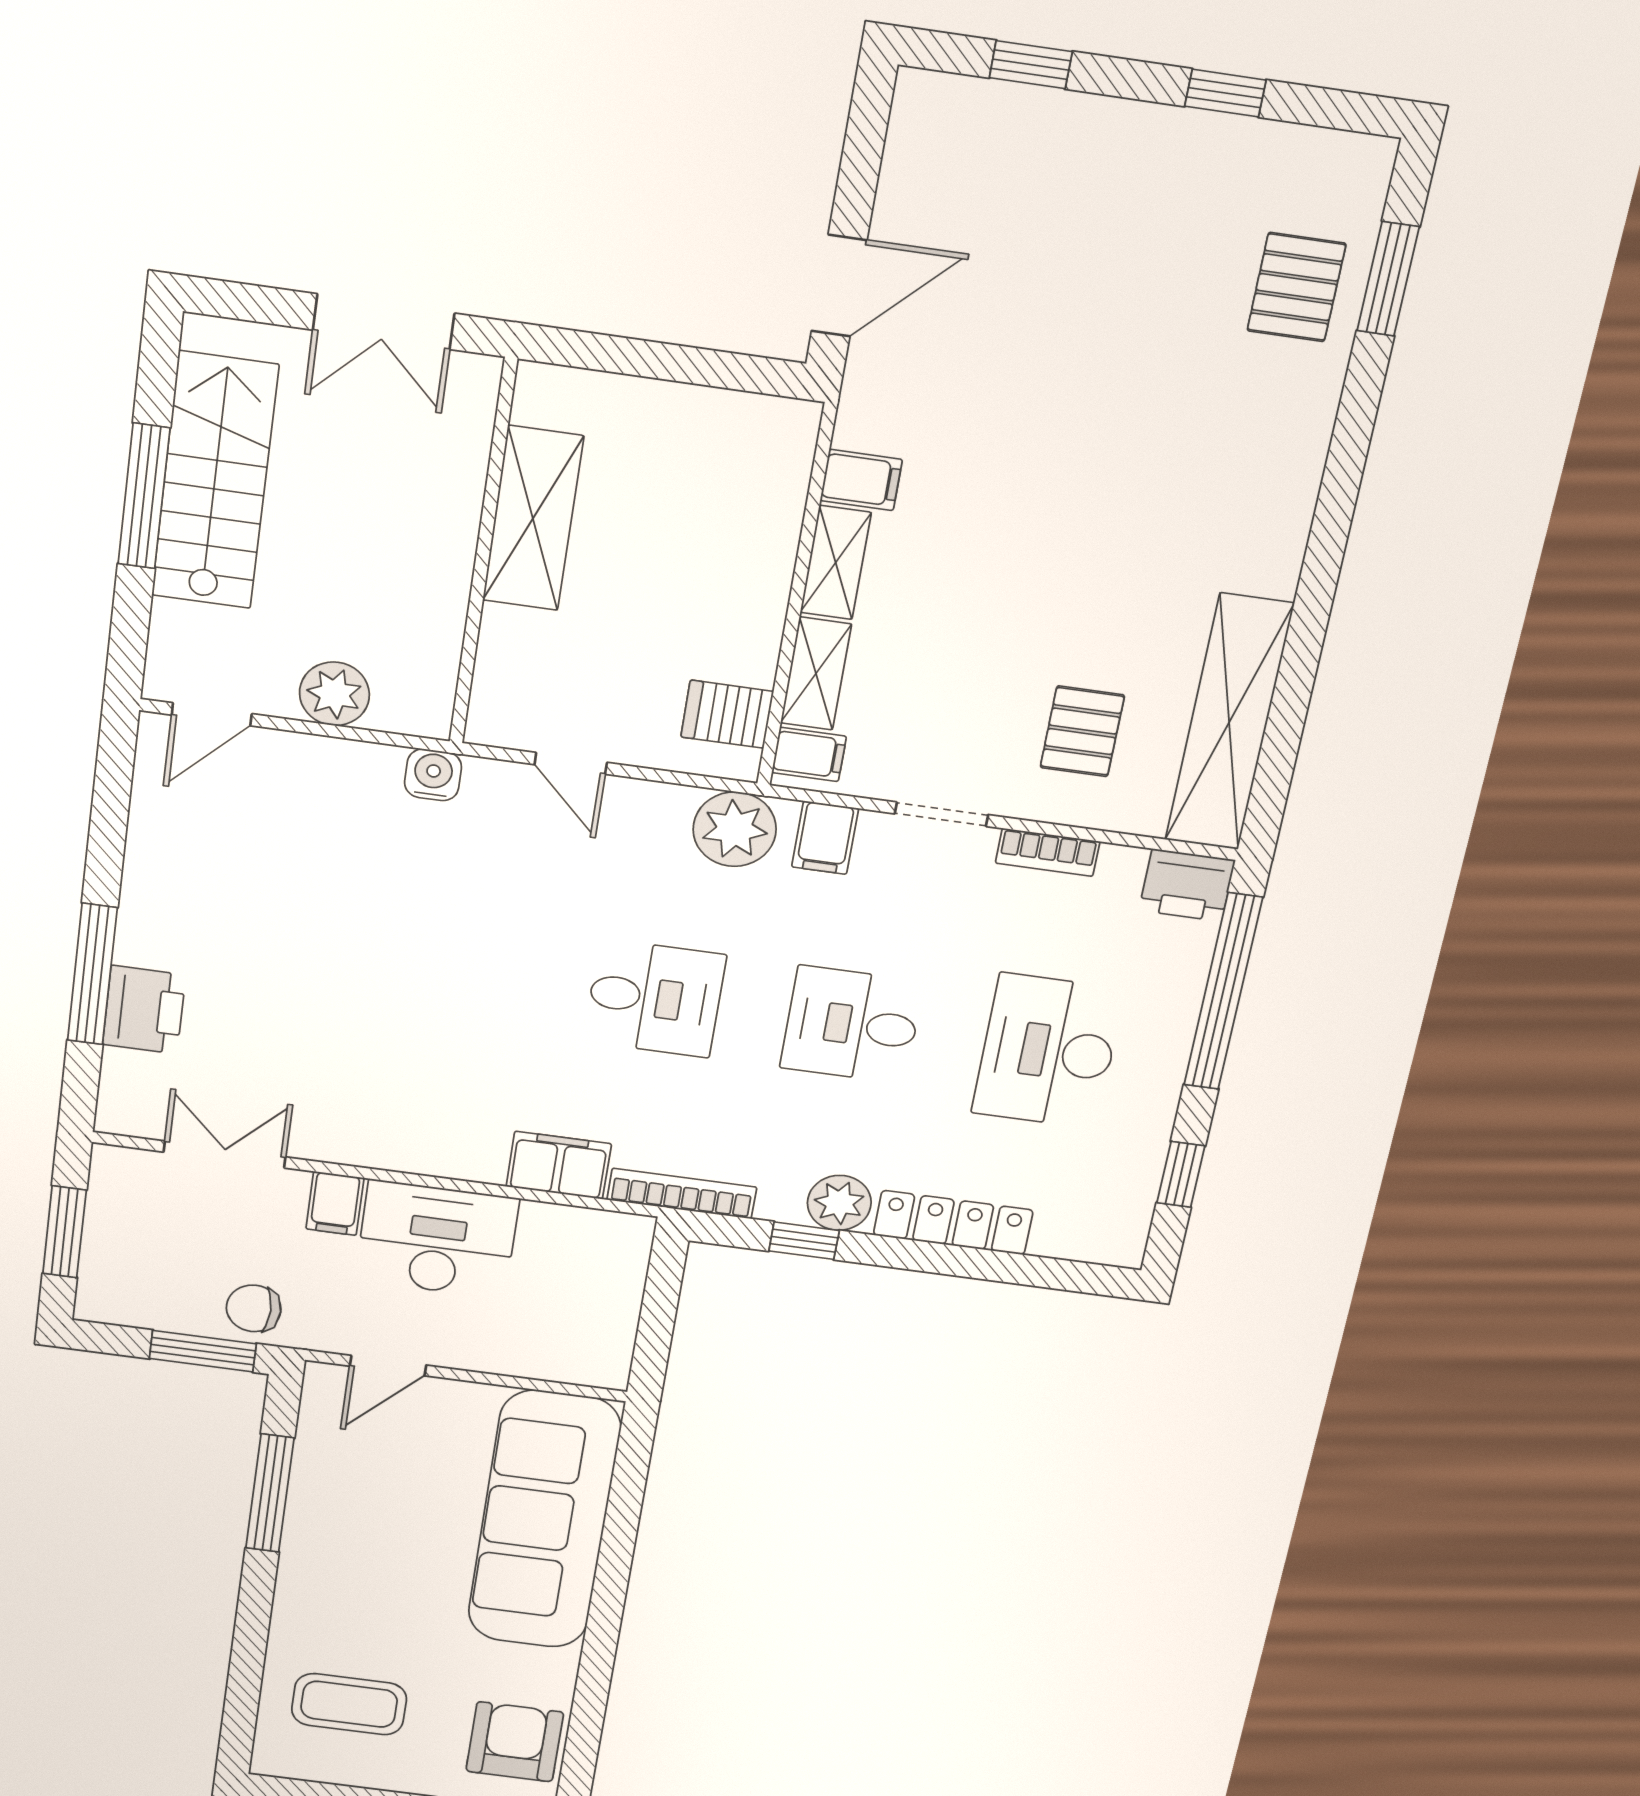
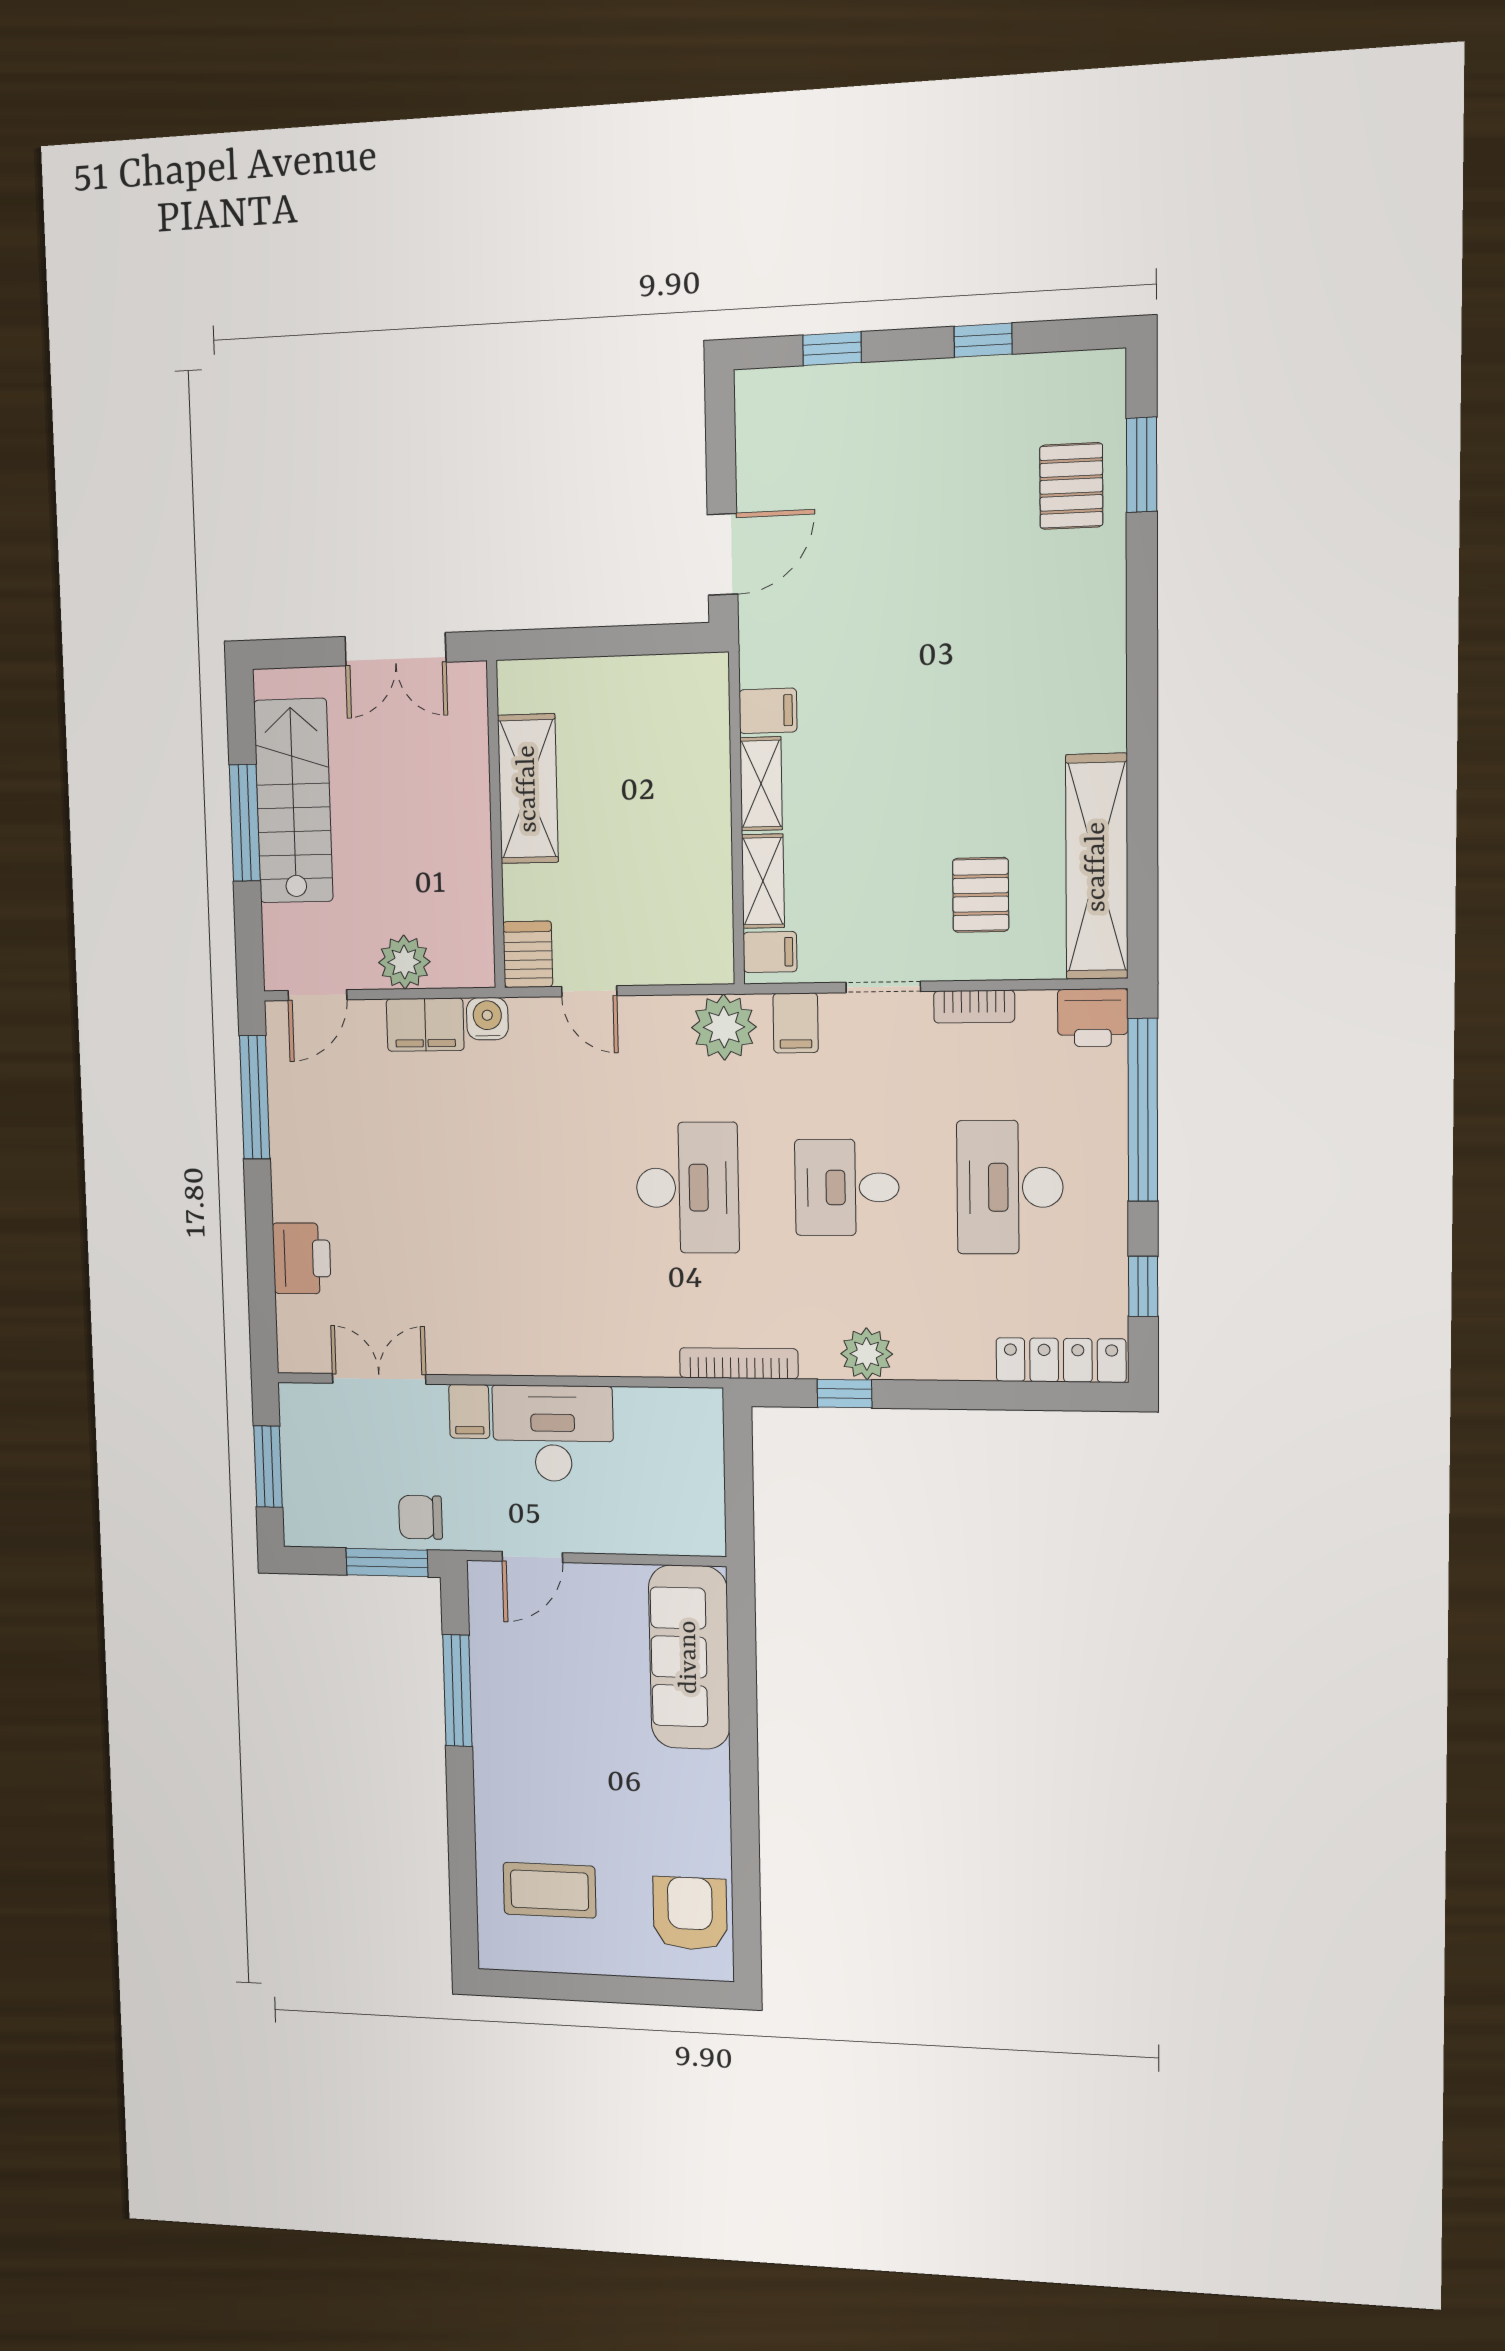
server rack: (727, 714) -> (528, 954), moved, turned 90
window: (92, 974) -> (255, 1097), moved
desk: (655, 998) -> (687, 1188), width x1.37
filing cabinet: (559, 1165) -> (425, 1025), moved, turned 180
locker: (953, 1223) -> (1061, 1360), moved
sofa: (544, 1520) -> (689, 1657), width x0.74, depth x0.79

